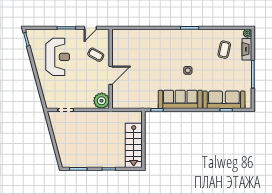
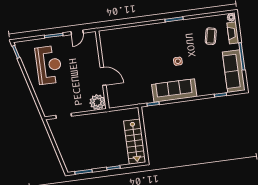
coffee table: (96, 55) -> (86, 58), removed
door: (111, 75) -> (103, 76), hinge flipped
sofa: (224, 100) -> (234, 71), moved, turned -90

